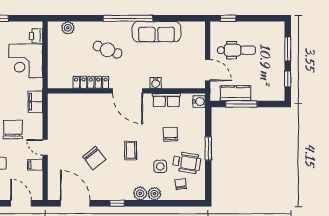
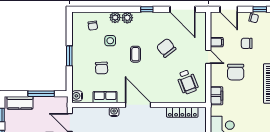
locker: (91, 82) -> (182, 112), moved
kitchen counter: (235, 93) -> (20, 103), moved
wheelchair: (187, 163) -> (187, 82), moved, turned -120

